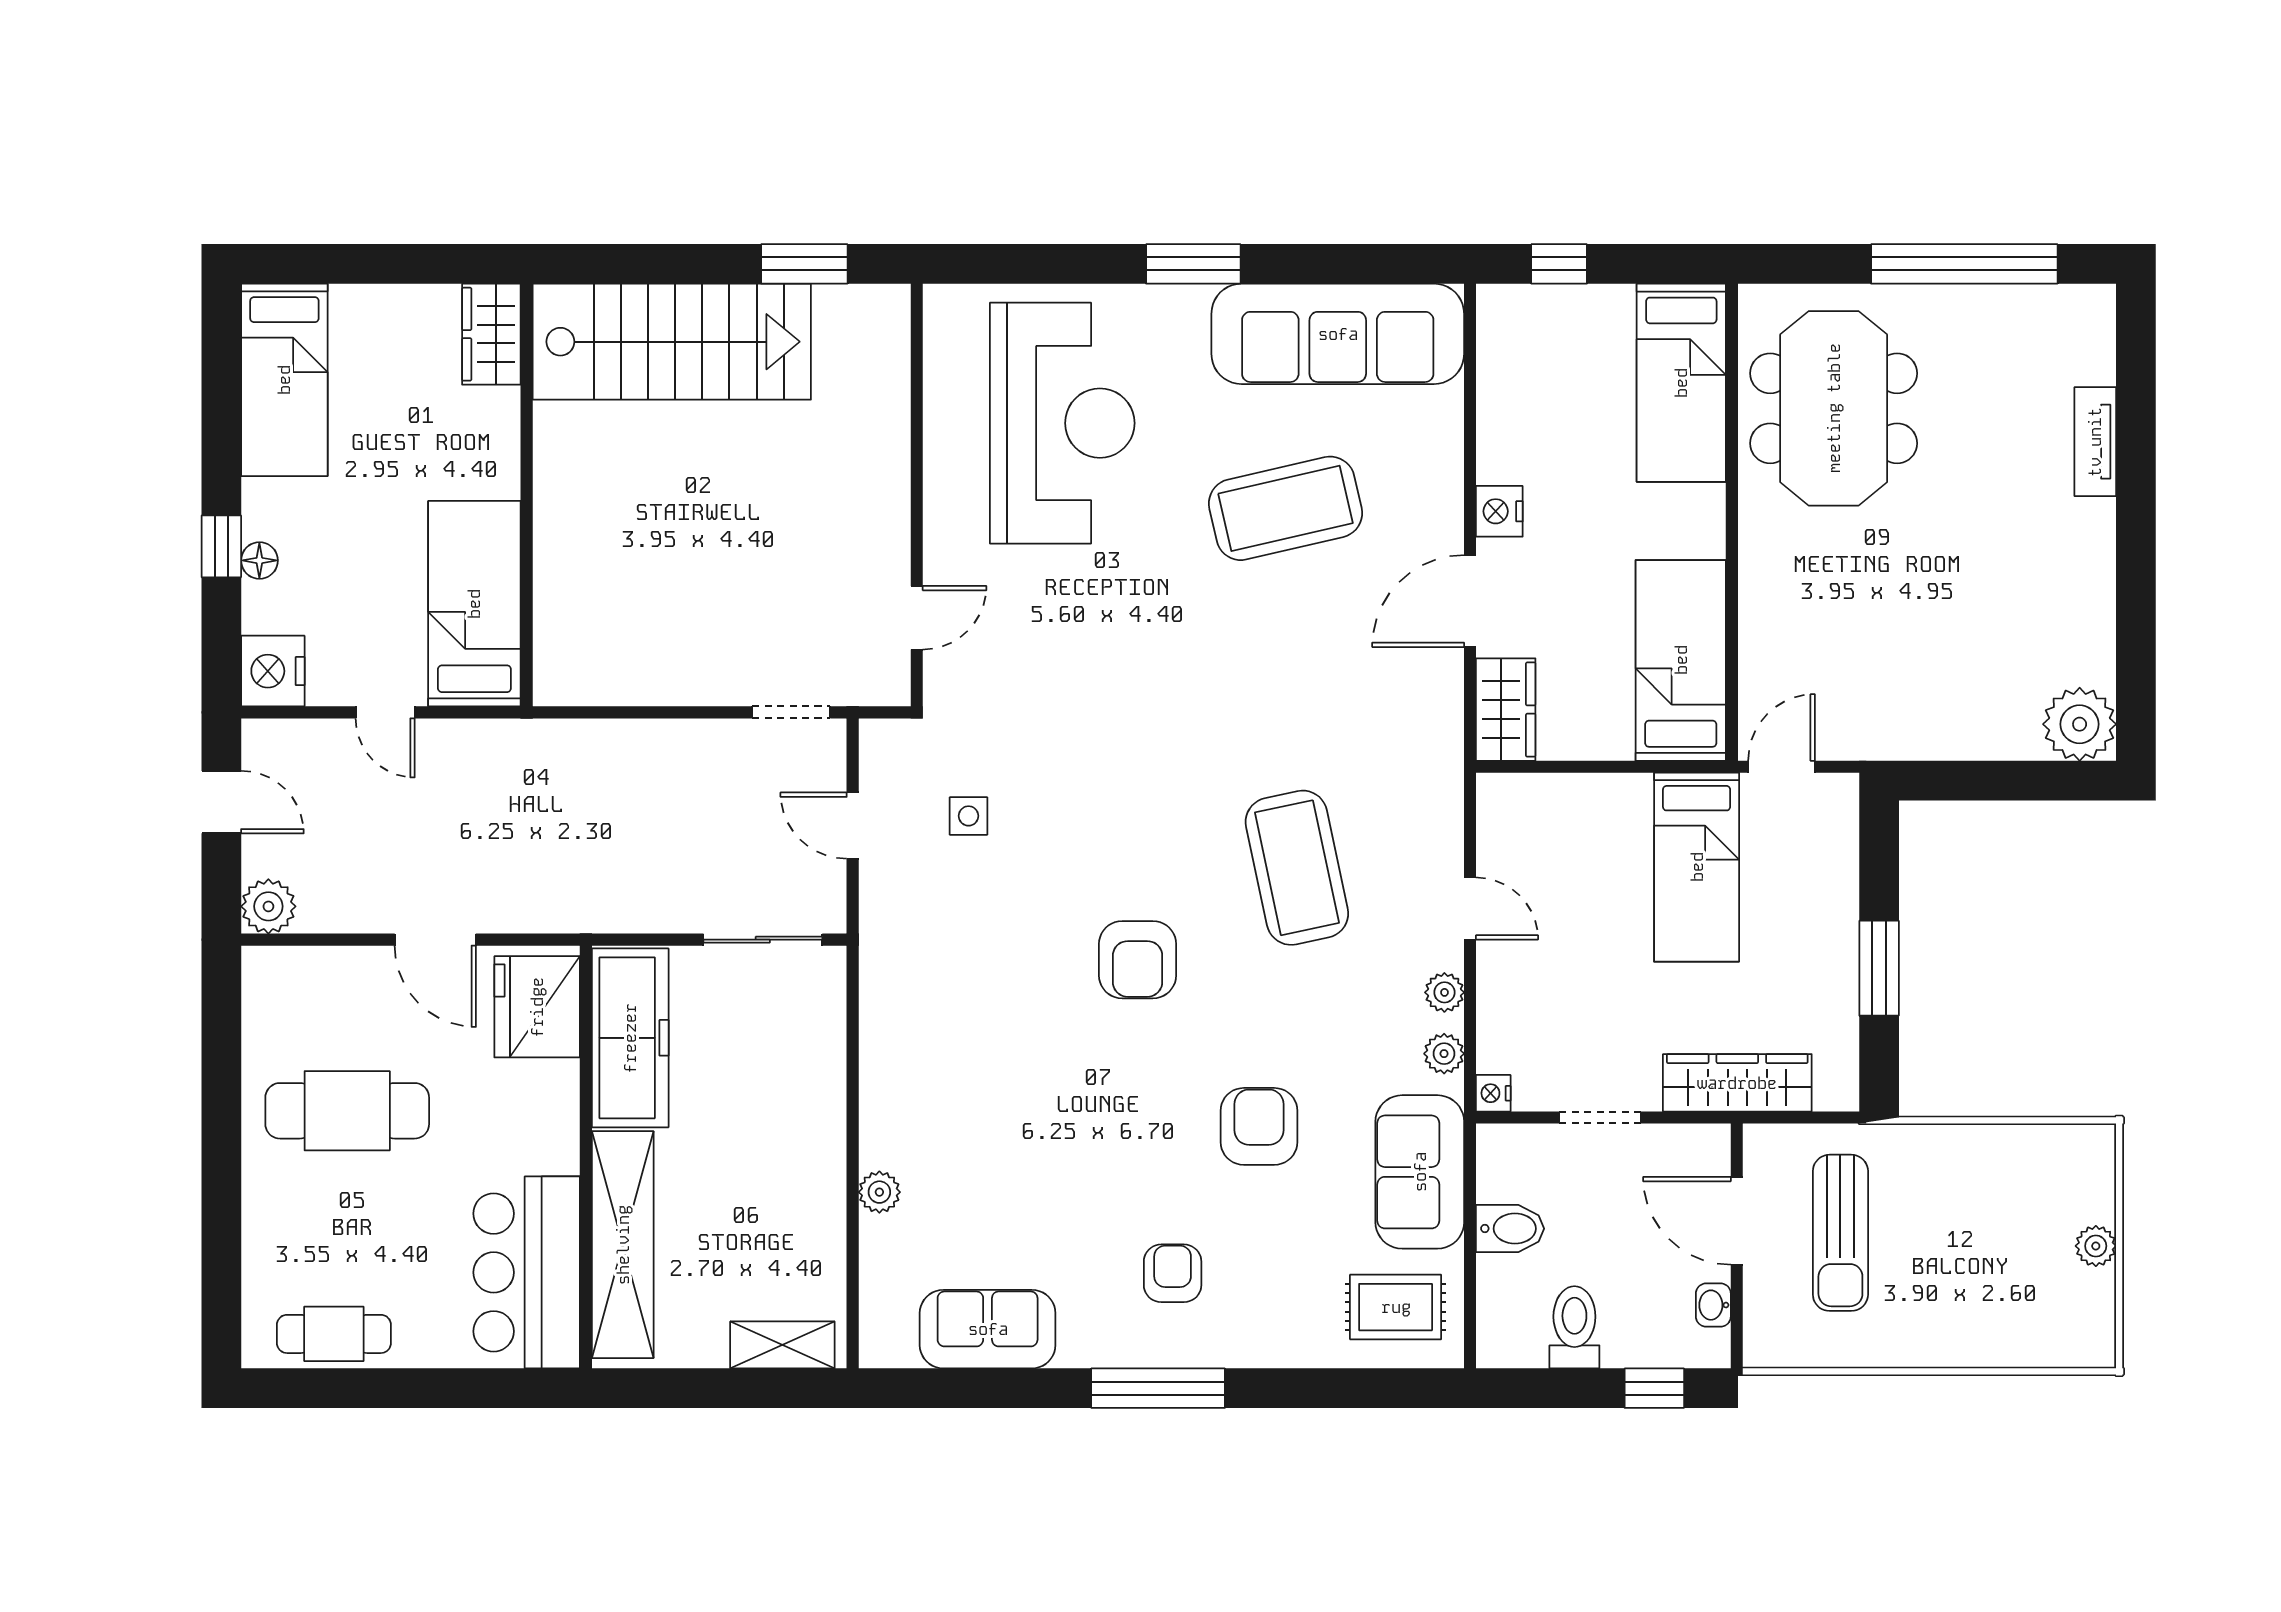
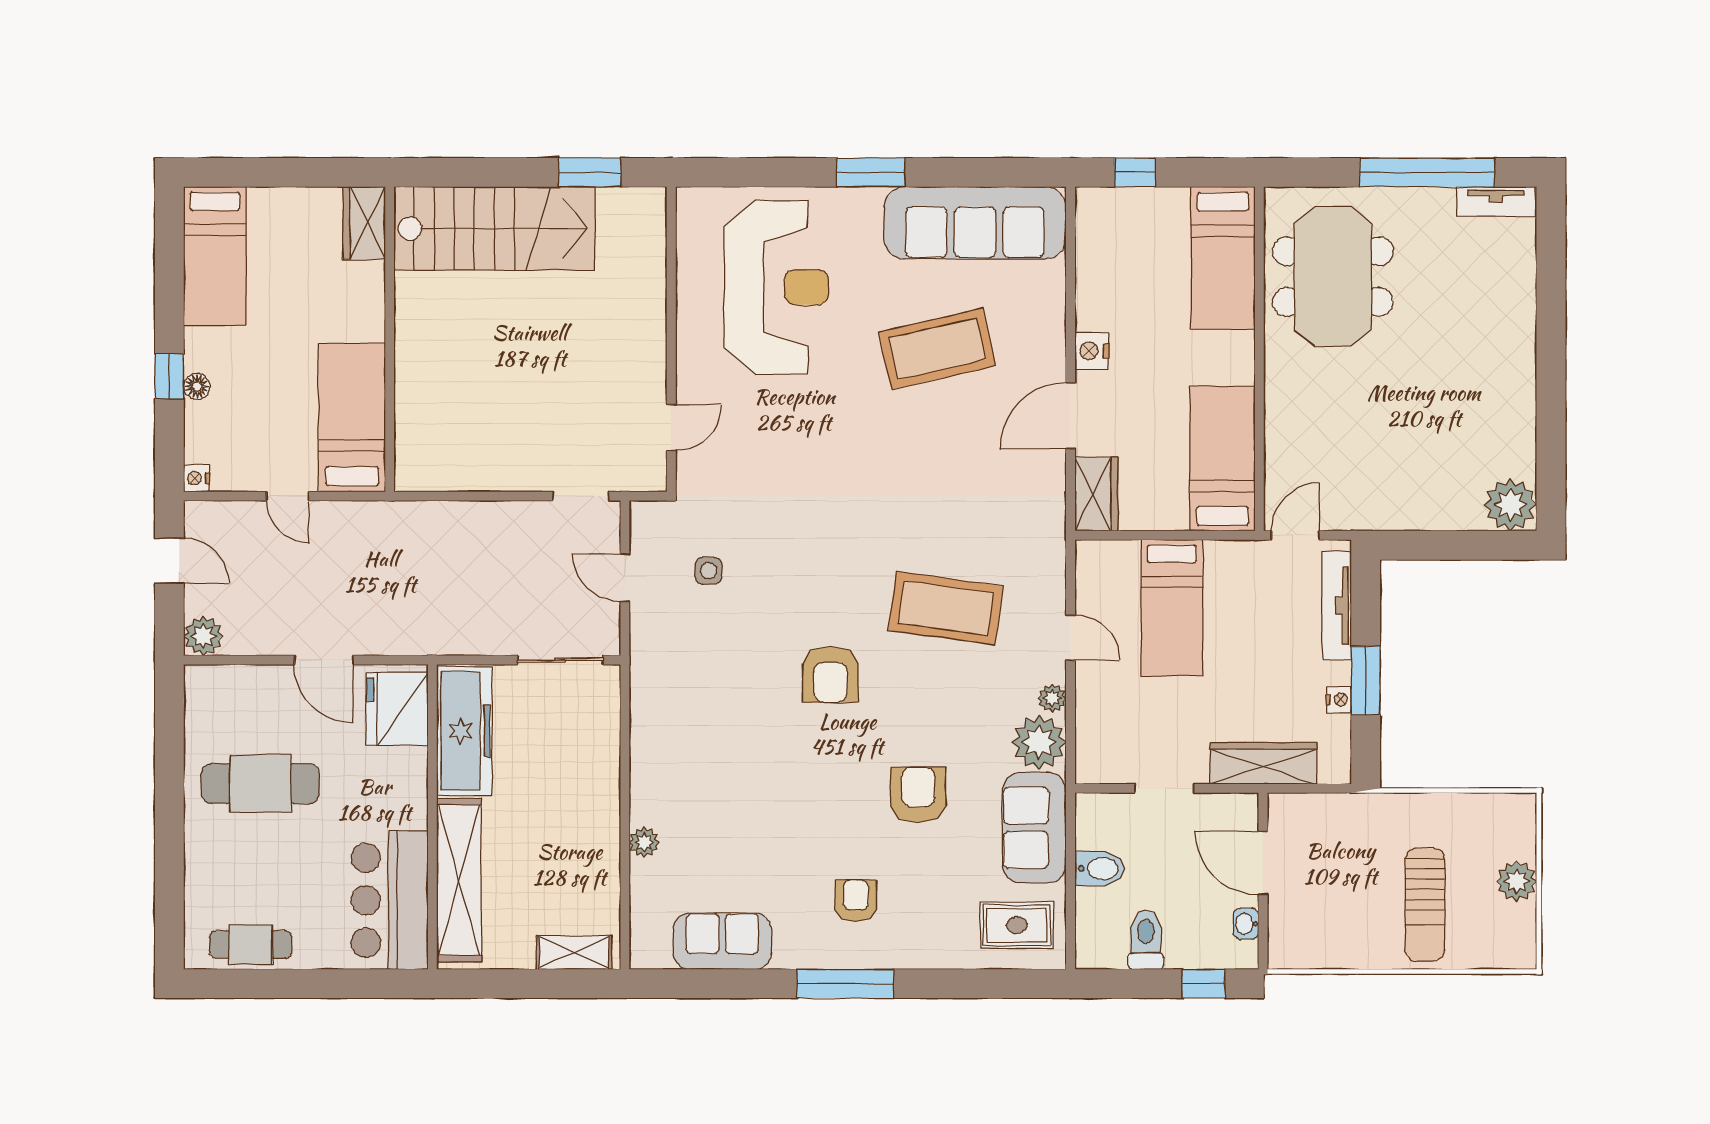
tv unit: (2095, 442) -> (1496, 202), moved, turned -90
nightstand: (273, 671) -> (196, 478), width x0.53, depth x0.56
tv unit: (1839, 864) -> (1337, 606), added
bed: (1697, 867) -> (1172, 608), moved
coffee table: (1297, 868) -> (946, 608), turned -70
plant: (1444, 1054) -> (1039, 742), width x1.88, depth x1.88
nightstand: (1493, 1093) -> (1339, 700), moved, turned 180
sun lounger: (1840, 1233) -> (1425, 905), moved
plant: (2096, 1246) -> (1517, 881), width x1.38, depth x1.38

